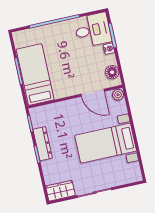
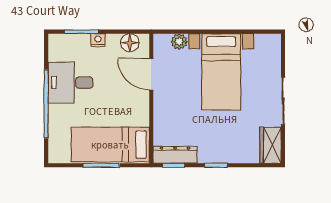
desk: (93, 30) -> (70, 83), moved, turned -90
door: (93, 93) -> (151, 74), swing flipped
plant: (118, 95) -> (179, 42), moved
dresser: (43, 144) -> (175, 155), moved

